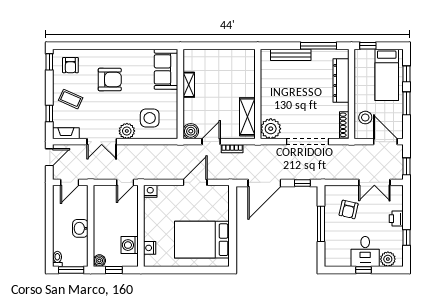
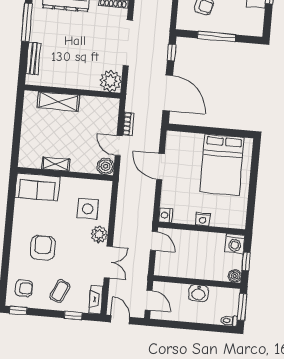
bench: (291, 55) -> (33, 58), width x0.73
shelving: (247, 117) -> (58, 101), moved
washing machine: (130, 245) -> (235, 243), moved
nightstand: (150, 248) -> (203, 219), moved

